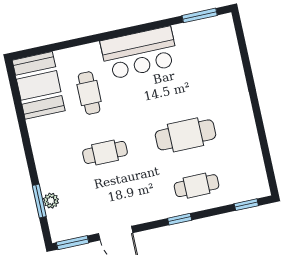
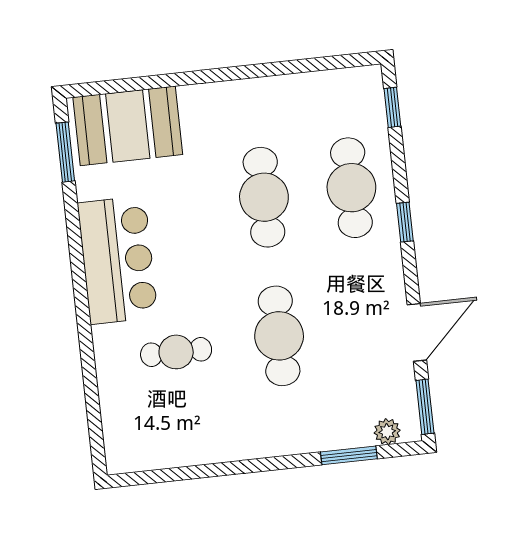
booth: (39, 85) -> (128, 126), moved
cafe table: (105, 152) -> (279, 336), width x1.37, depth x1.35
cafe table: (197, 186) -> (351, 188), width x1.37, depth x1.35
plant: (51, 201) -> (387, 432), moved

